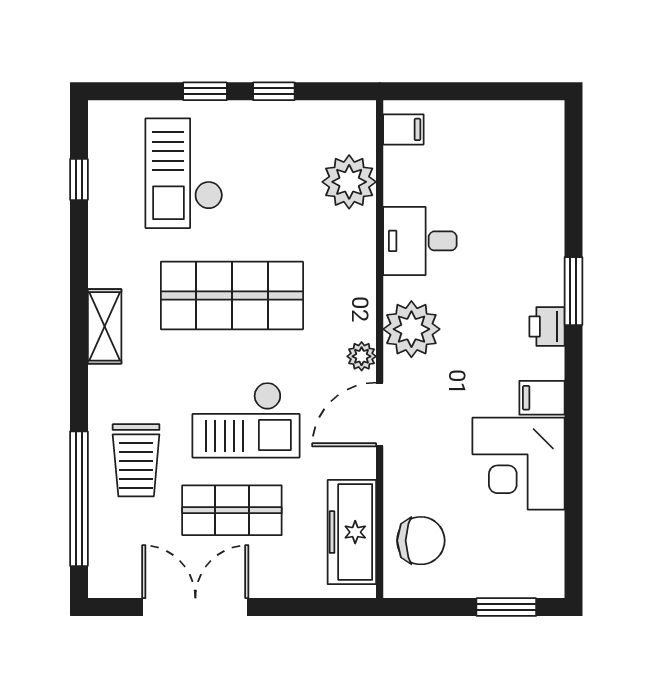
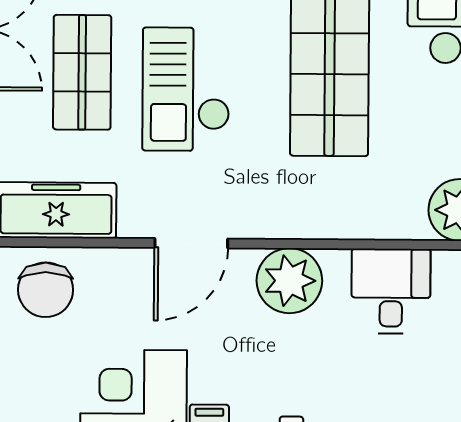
plant: (362, 356) -> (259, 223), removed
door: (380, 414) -> (191, 243), swing flipped

